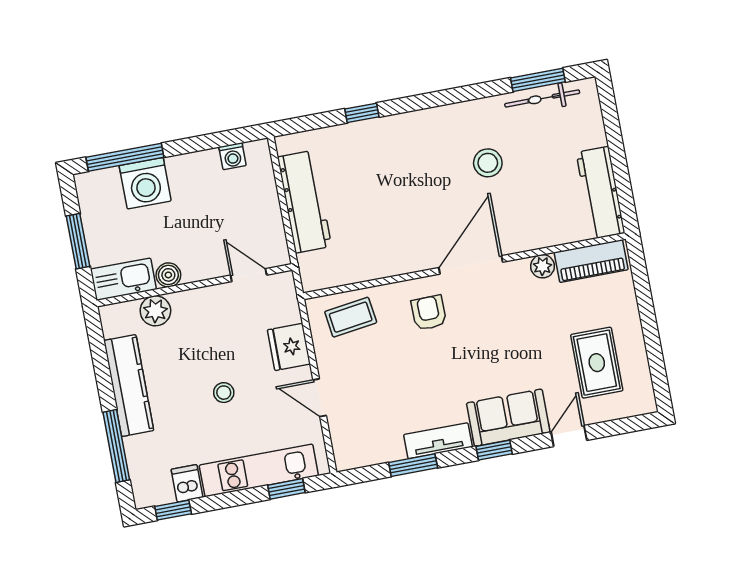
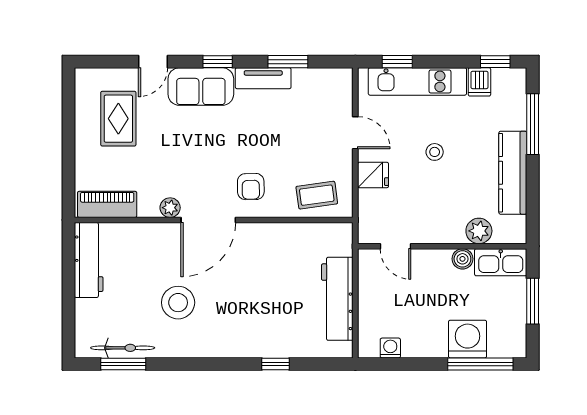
stool: (488, 163) -> (178, 303), width x1.38, depth x1.38
plant: (543, 266) -> (170, 208), moved
fridge: (289, 347) -> (373, 175), width x0.72

